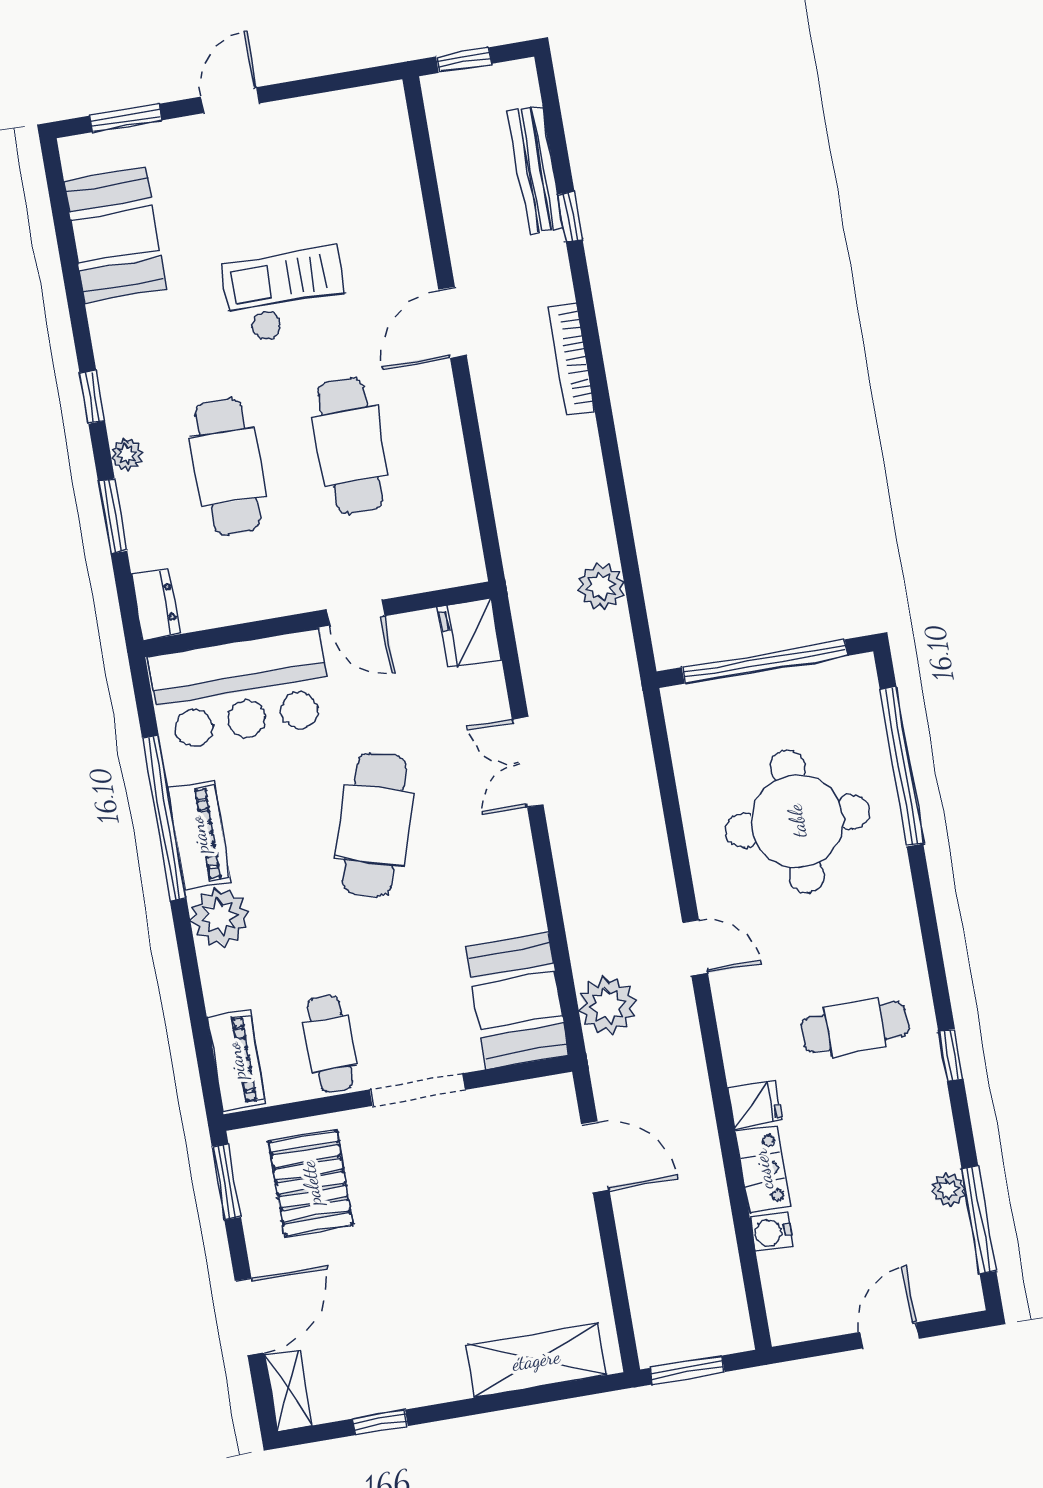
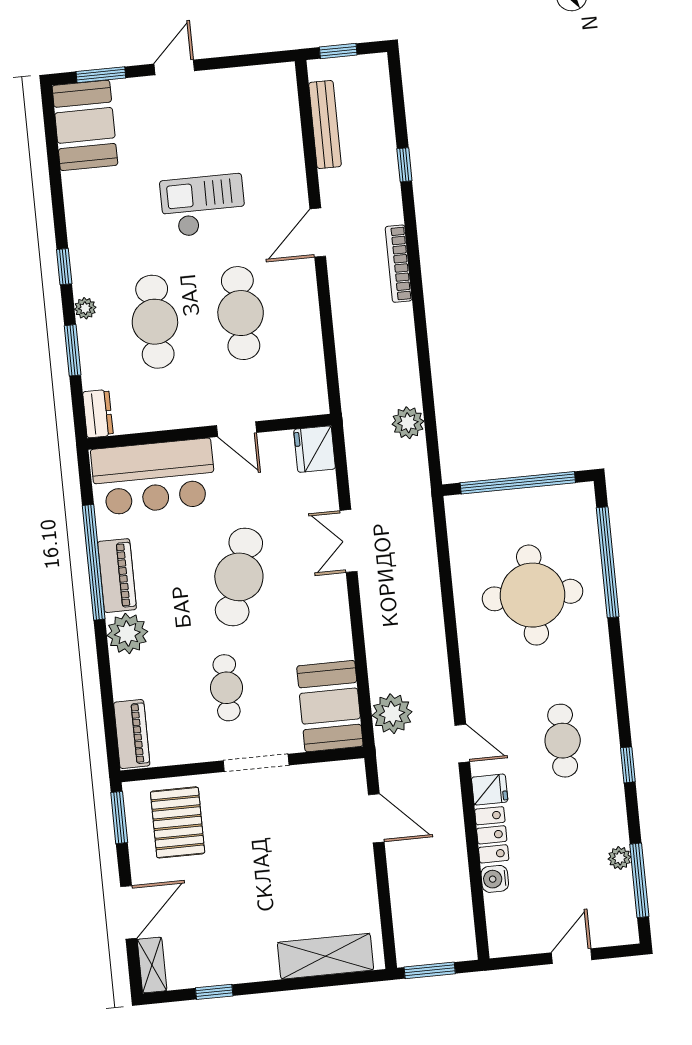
bench: (536, 170) -> (325, 125), moved
booth: (115, 235) -> (85, 125), moved
door: (695, 948) -> (462, 744), moved
cafe table: (855, 1027) -> (563, 741), turned 90
cafe table: (330, 1044) -> (227, 688), moved

